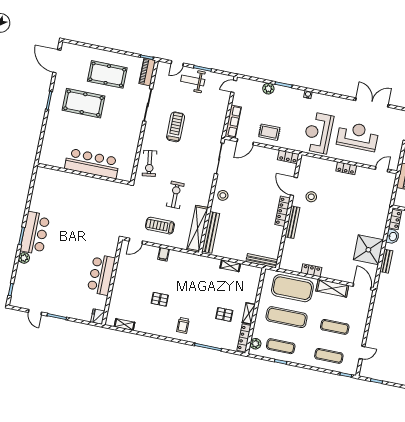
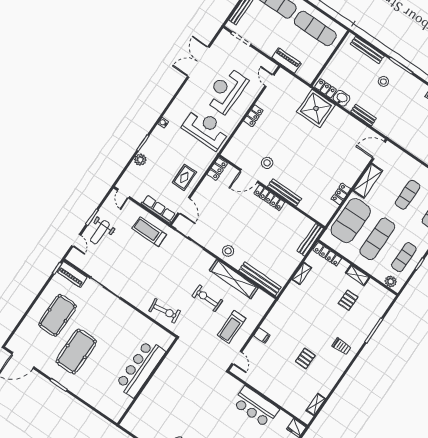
treadmill: (176, 127) -> (149, 232), moved
reception desk: (318, 133) -> (206, 129), turned 180
shelving: (197, 229) -> (234, 279), moved
shower: (368, 250) -> (316, 108), moved
locker: (244, 338) -> (327, 254), moved

